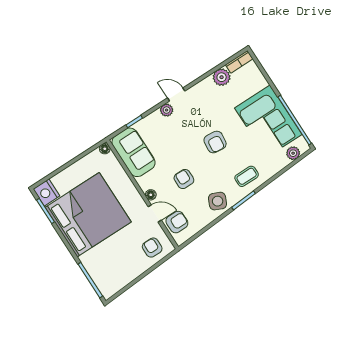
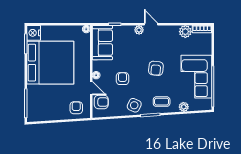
plant: (293, 153) -> (184, 107), moved

